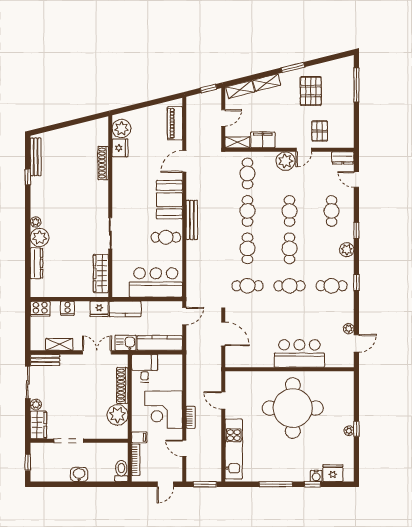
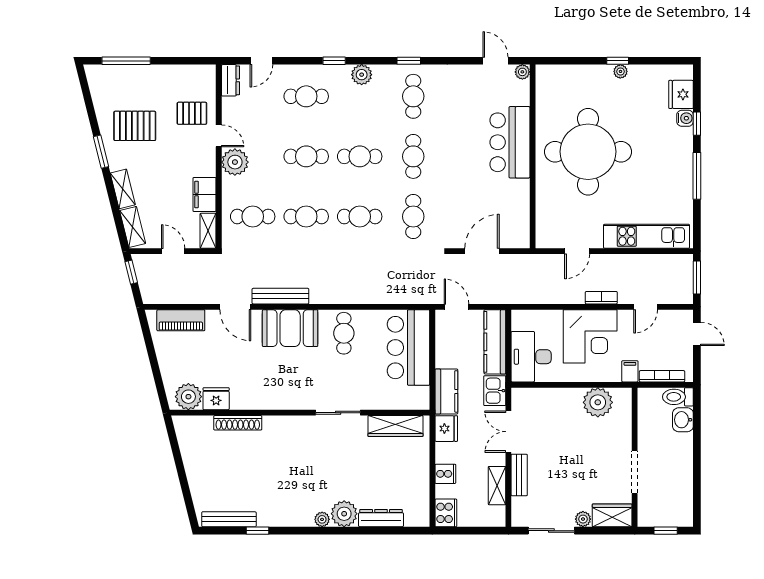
bench: (192, 220) -> (280, 296), moved
plant: (349, 329) -> (522, 72), moved
bench: (45, 360) -> (519, 475), moved
desk: (145, 368) -> (531, 357), width x1.37
shoe rack: (122, 385) -> (556, 396), removed
washbasin: (79, 474) -> (683, 420), moved

